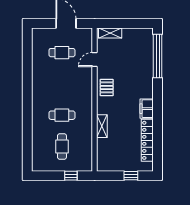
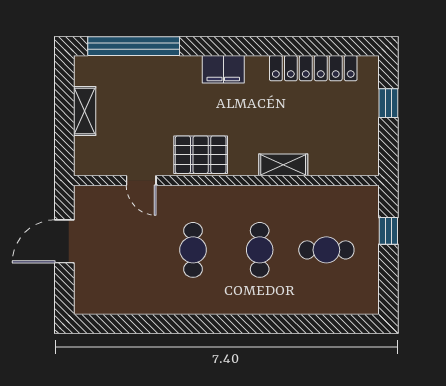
shelving: (110, 33) -> (85, 111), moved
cafe table: (62, 53) -> (193, 250), moved
pallet: (107, 87) -> (201, 155), width x1.50, depth x1.42
filing cabinet: (147, 109) -> (223, 69), moved

